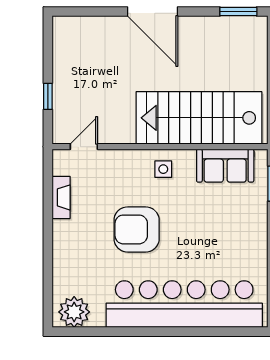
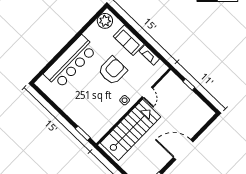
door: (84, 147) -> (147, 92), moved
sofa: (225, 166) -> (129, 40), moved, turned -90
bar counter: (184, 304) -> (70, 62), width x0.73

